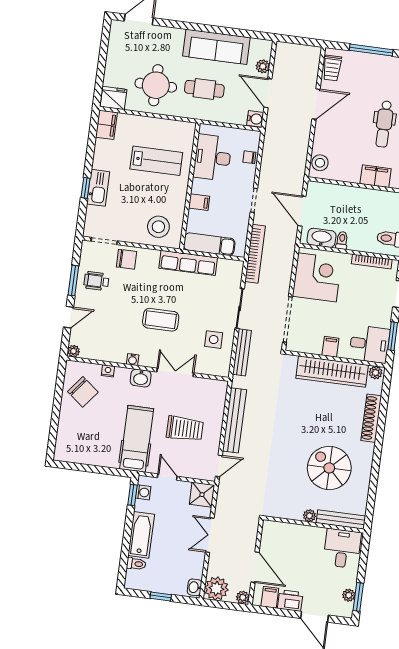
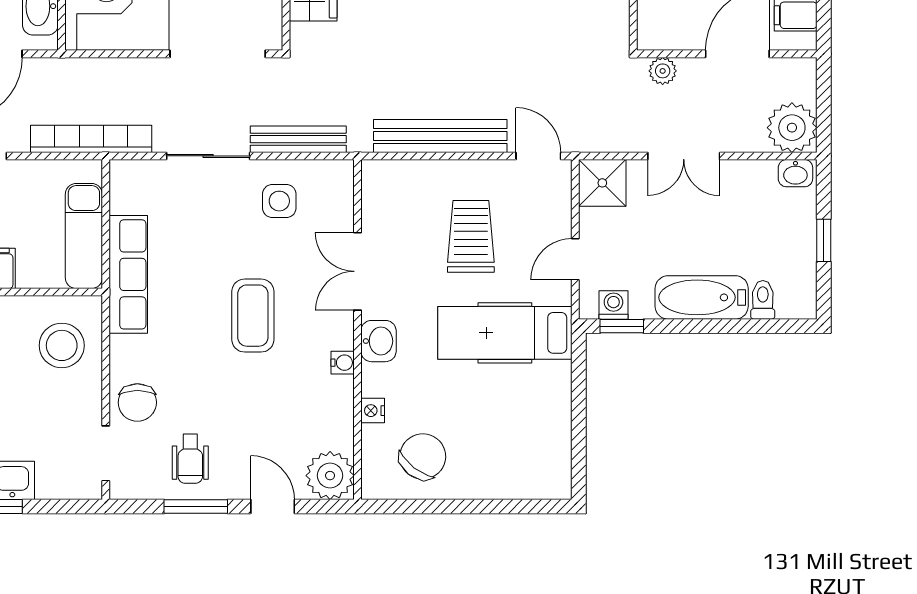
chair: (127, 259) -> (137, 402), turned 180
plant: (74, 351) -> (330, 476), width x1.88, depth x1.88
plant: (243, 597) -> (663, 71), moved

